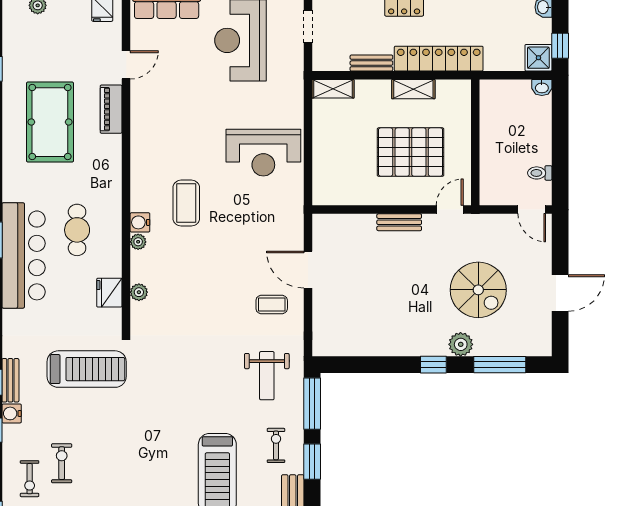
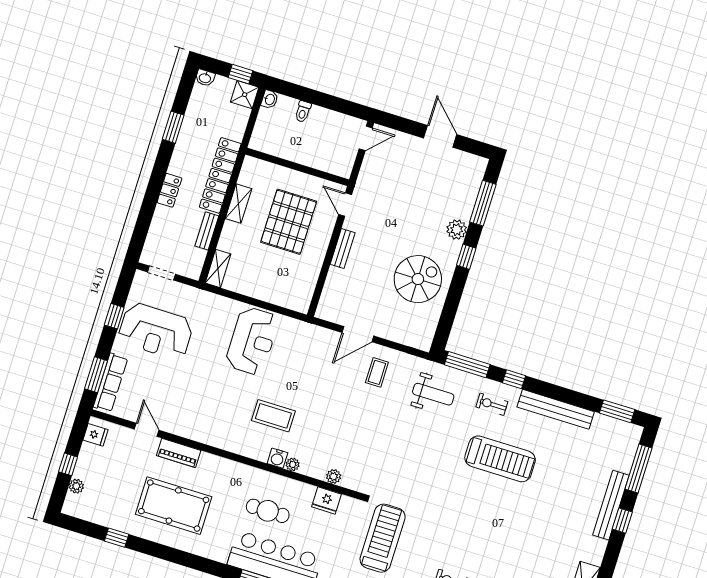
toilet: (540, 173) -> (303, 112), moved
spiral stairs: (478, 290) -> (418, 279), moved
window: (312, 462) -> (514, 379), width x0.67

